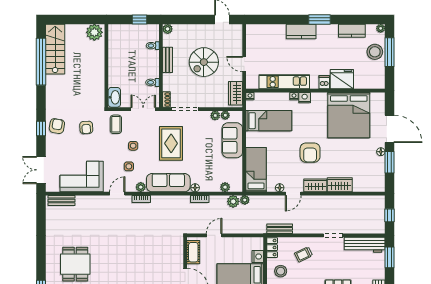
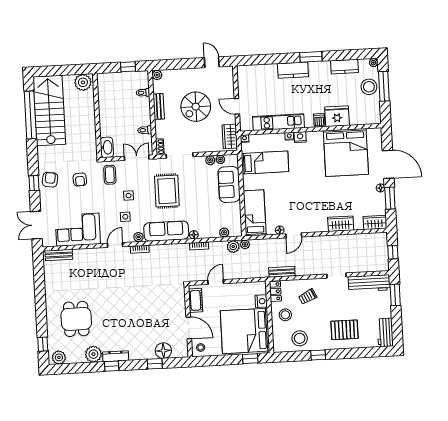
stairs: (55, 49) -> (49, 110), width x1.36, depth x1.51
armchair: (310, 153) -> (309, 193), removed
wardrobe: (315, 185) -> (375, 223), moved

